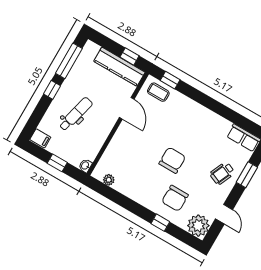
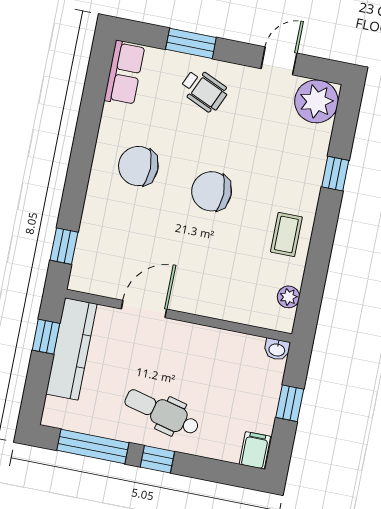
coffee table: (158, 92) -> (286, 234), moved
dental chair: (76, 114) -> (162, 412), moved
chair: (175, 198) -> (138, 166), moved, turned 180

